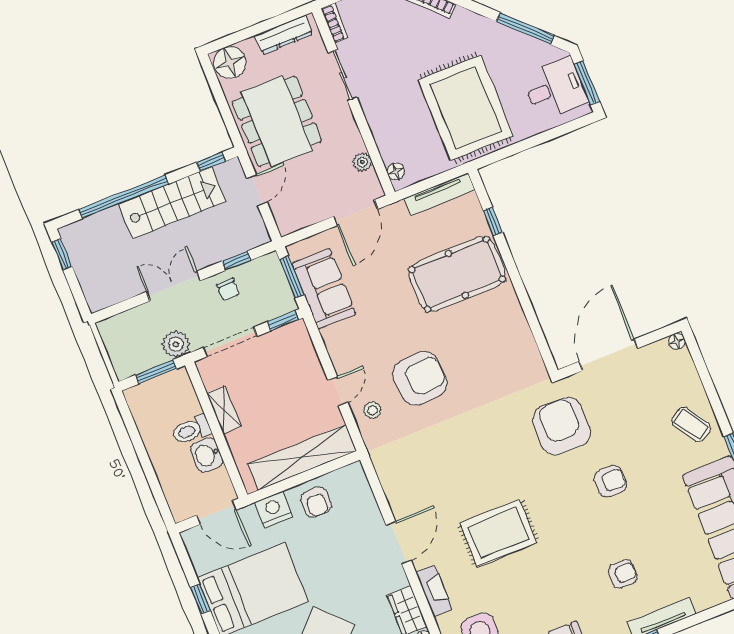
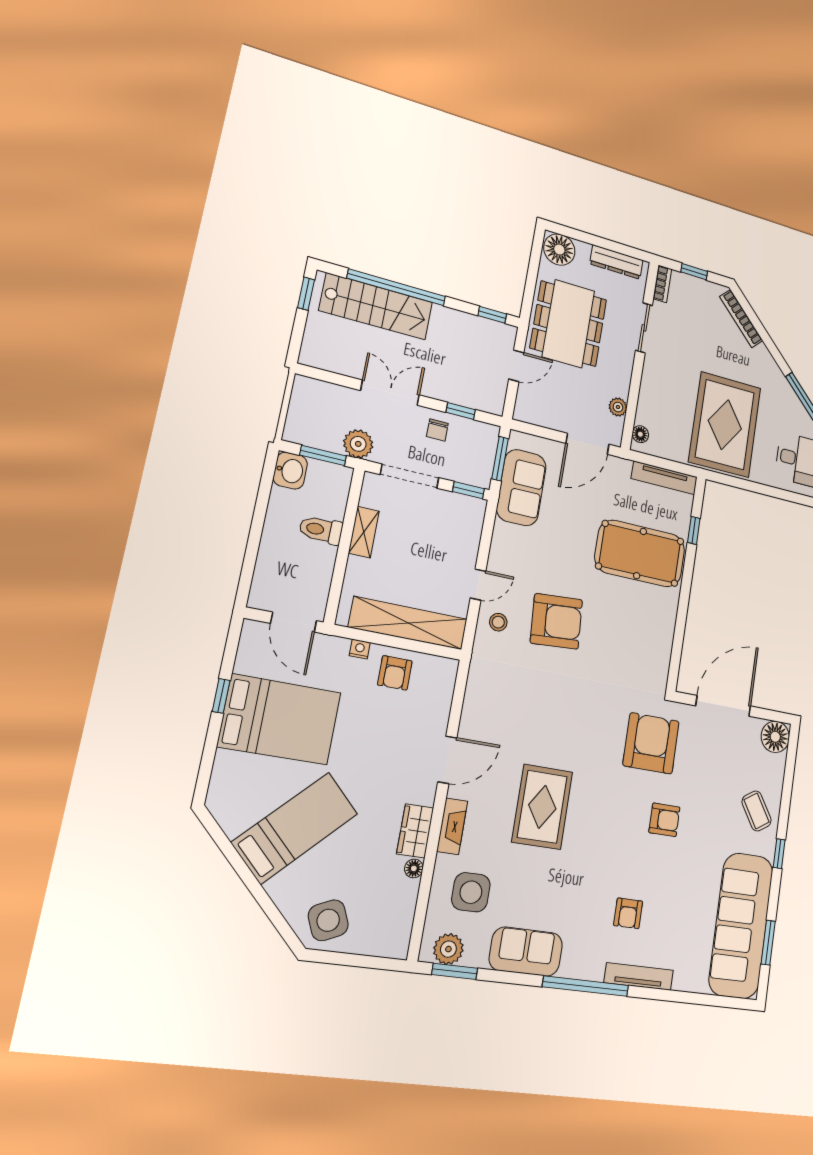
stairs: (172, 203) -> (376, 306), moved
floor lamp: (677, 341) -> (775, 737), width x1.89, depth x1.89
washbasin: (207, 455) -> (290, 471), moved, turned 180
nightstand: (274, 509) -> (360, 649), width x0.53, depth x0.56
rug: (498, 533) -> (542, 807), turned 90
armchair: (623, 574) -> (628, 913), turned 90

